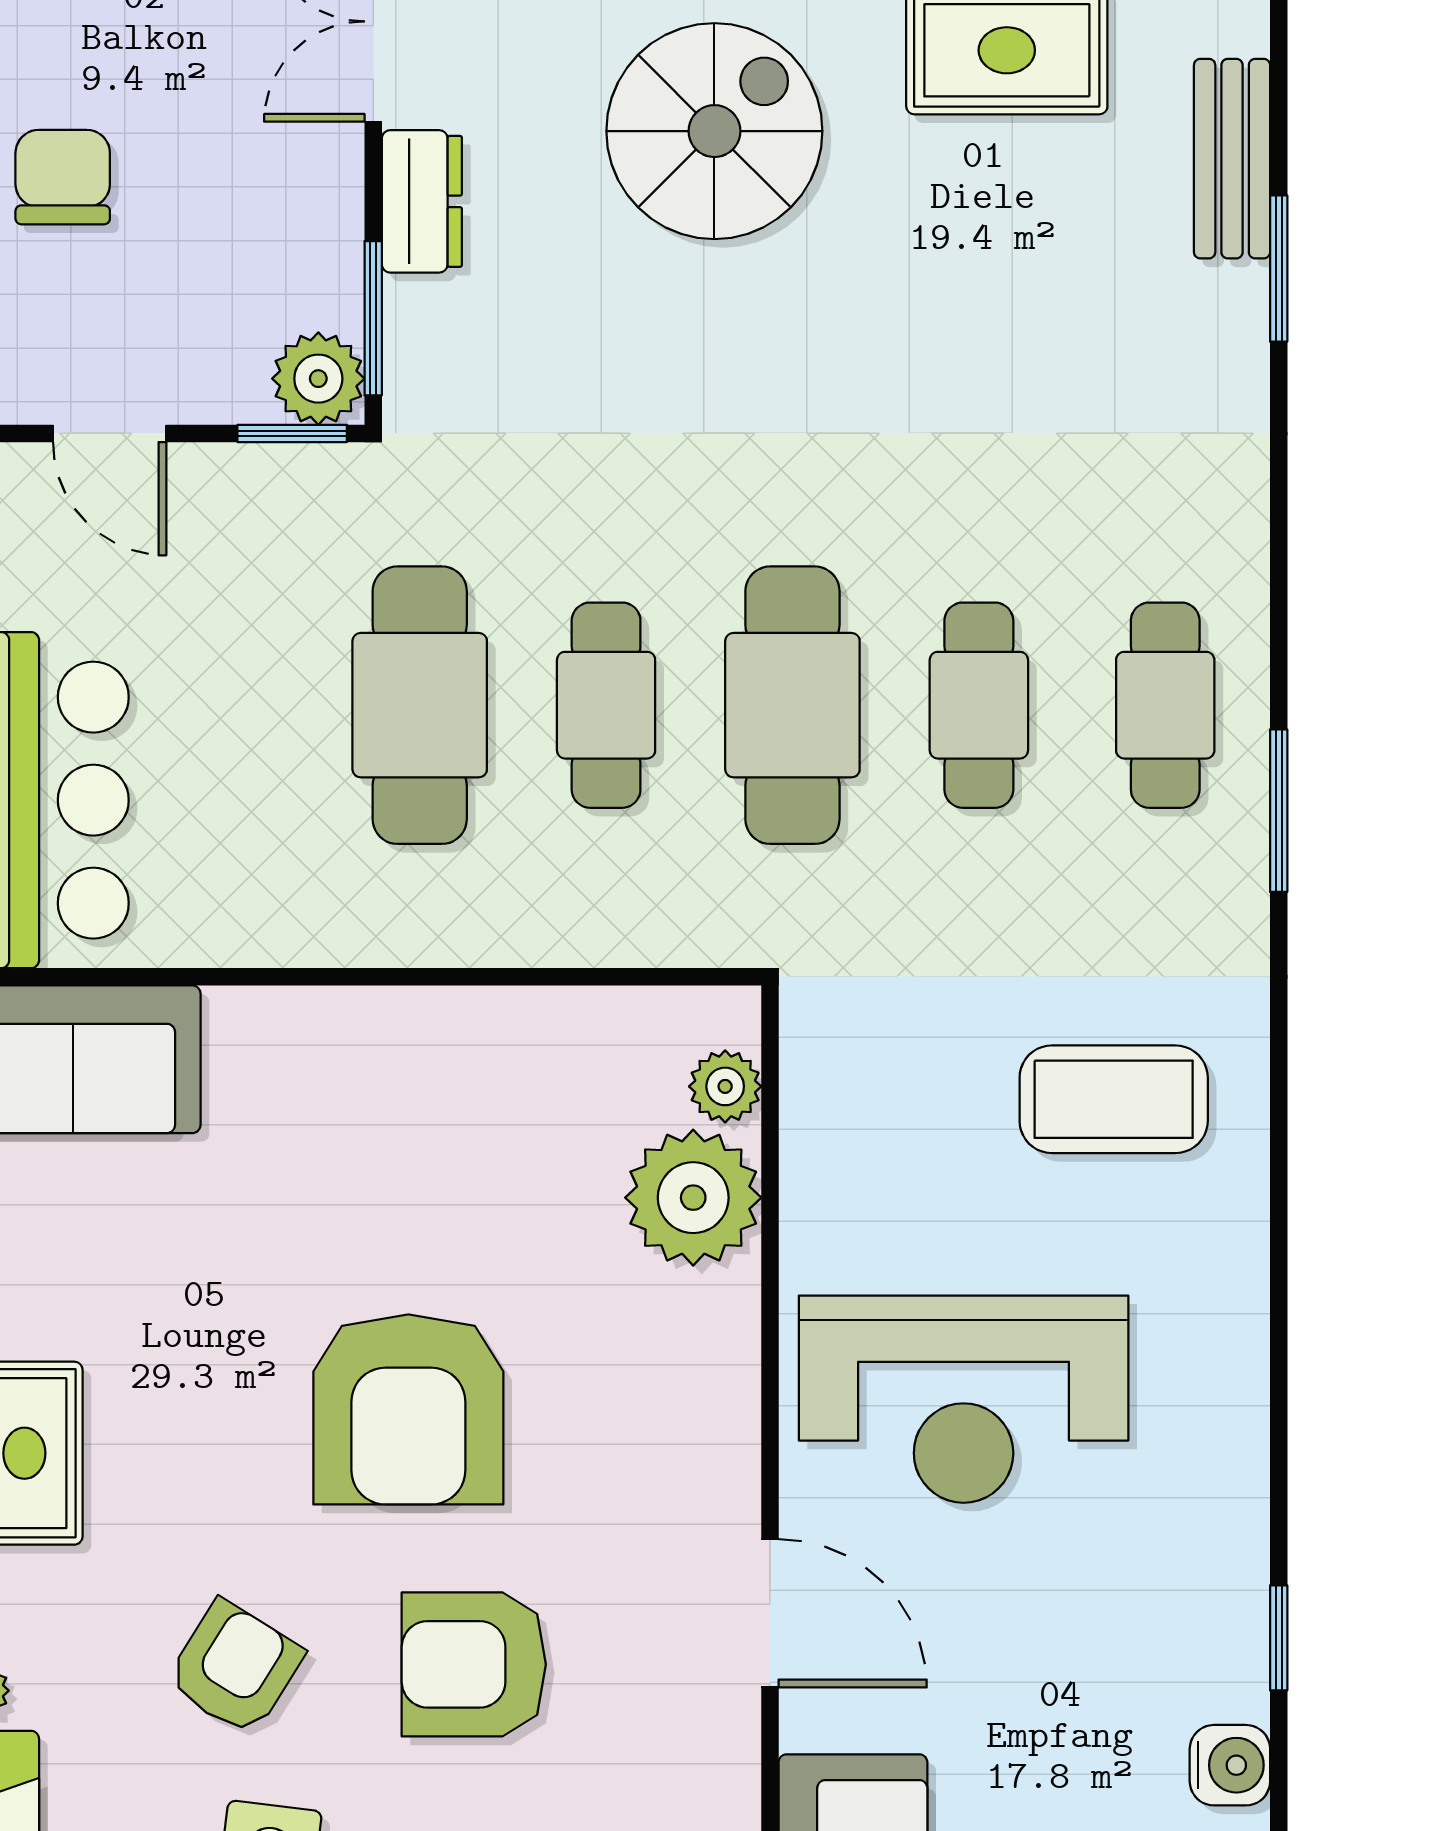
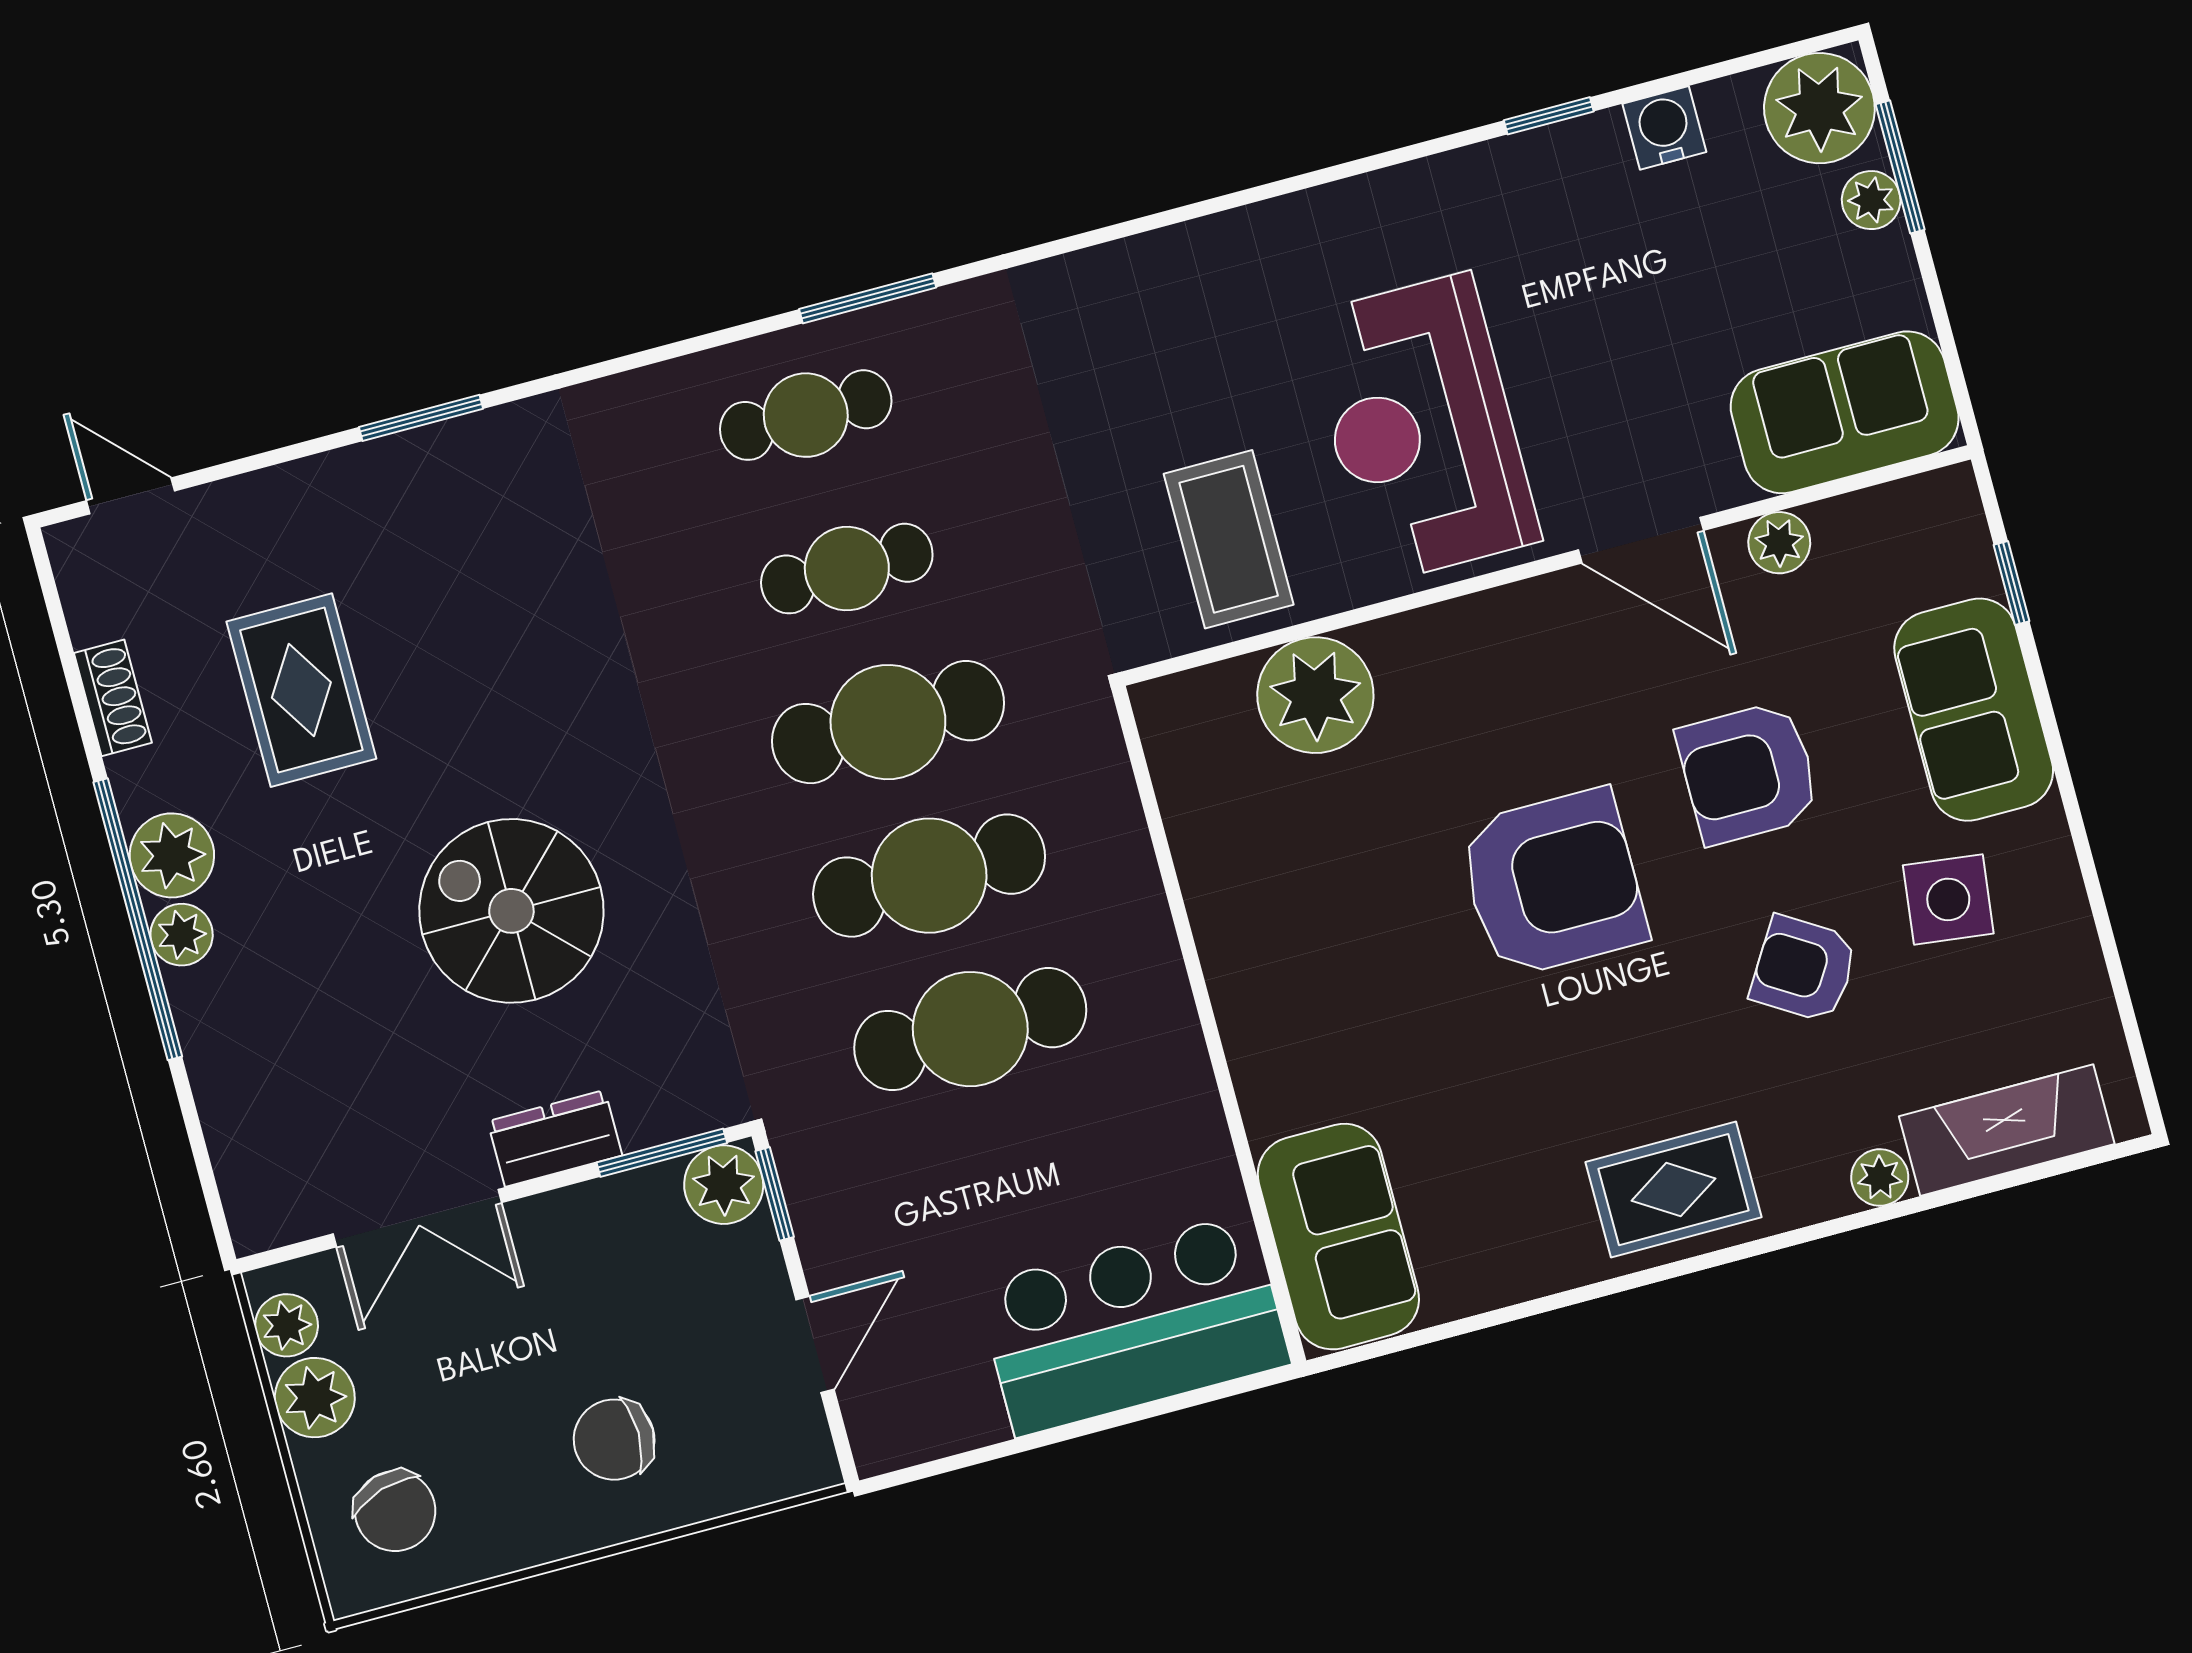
spiral stairs: (714, 131) -> (511, 911), moved
bench: (1232, 159) -> (341, 481), removed
cafe table: (606, 705) -> (929, 876), width x1.37, depth x1.35
plant: (725, 1086) -> (1779, 543), moved
coffee table: (1114, 1099) -> (1229, 539), moved
reception desk: (964, 1399) -> (1422, 428), turned 180
door: (770, 1613) -> (1641, 540), swing flipped
armchair: (474, 1664) -> (1748, 773), turned 90

